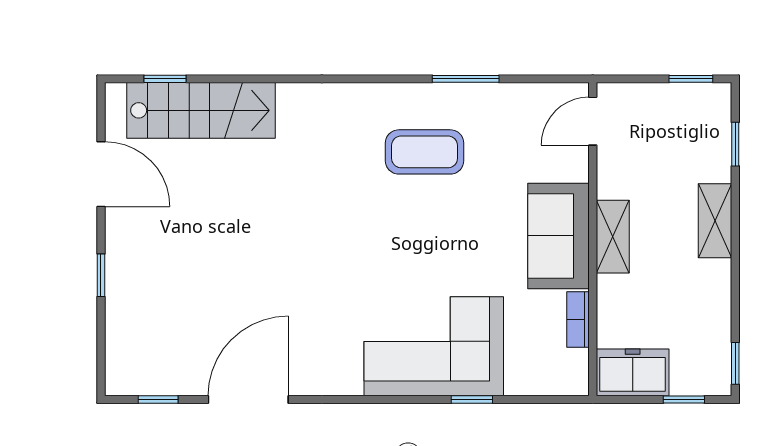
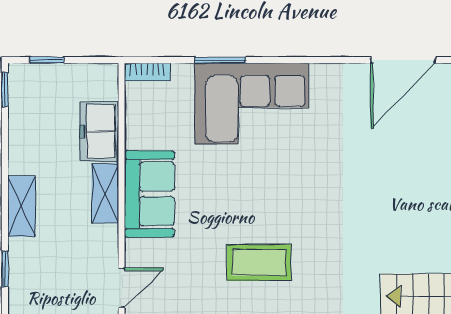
bookcase: (578, 319) -> (147, 72), moved, turned 90
freezer: (633, 372) -> (99, 131), moved, turned 90
window: (472, 400) -> (220, 60), width x1.50

